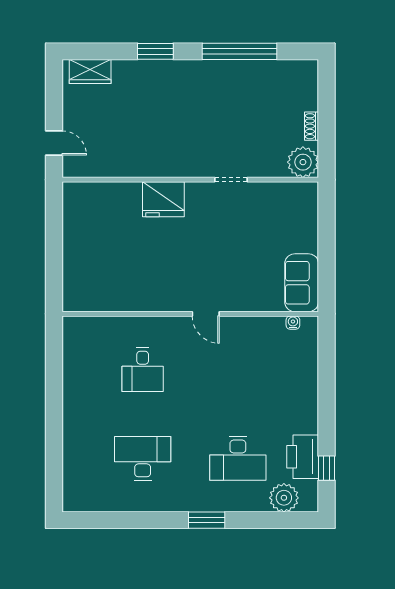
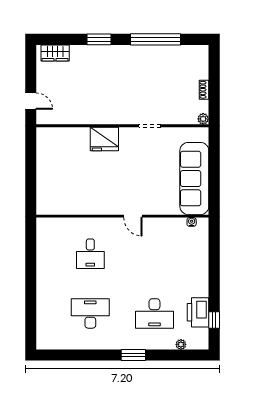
plant: (303, 162) -> (203, 119), width x0.53, depth x0.53
sofa: (302, 283) -> (194, 179), width x1.85, depth x1.27
plant: (284, 498) -> (181, 344), width x0.53, depth x0.53

